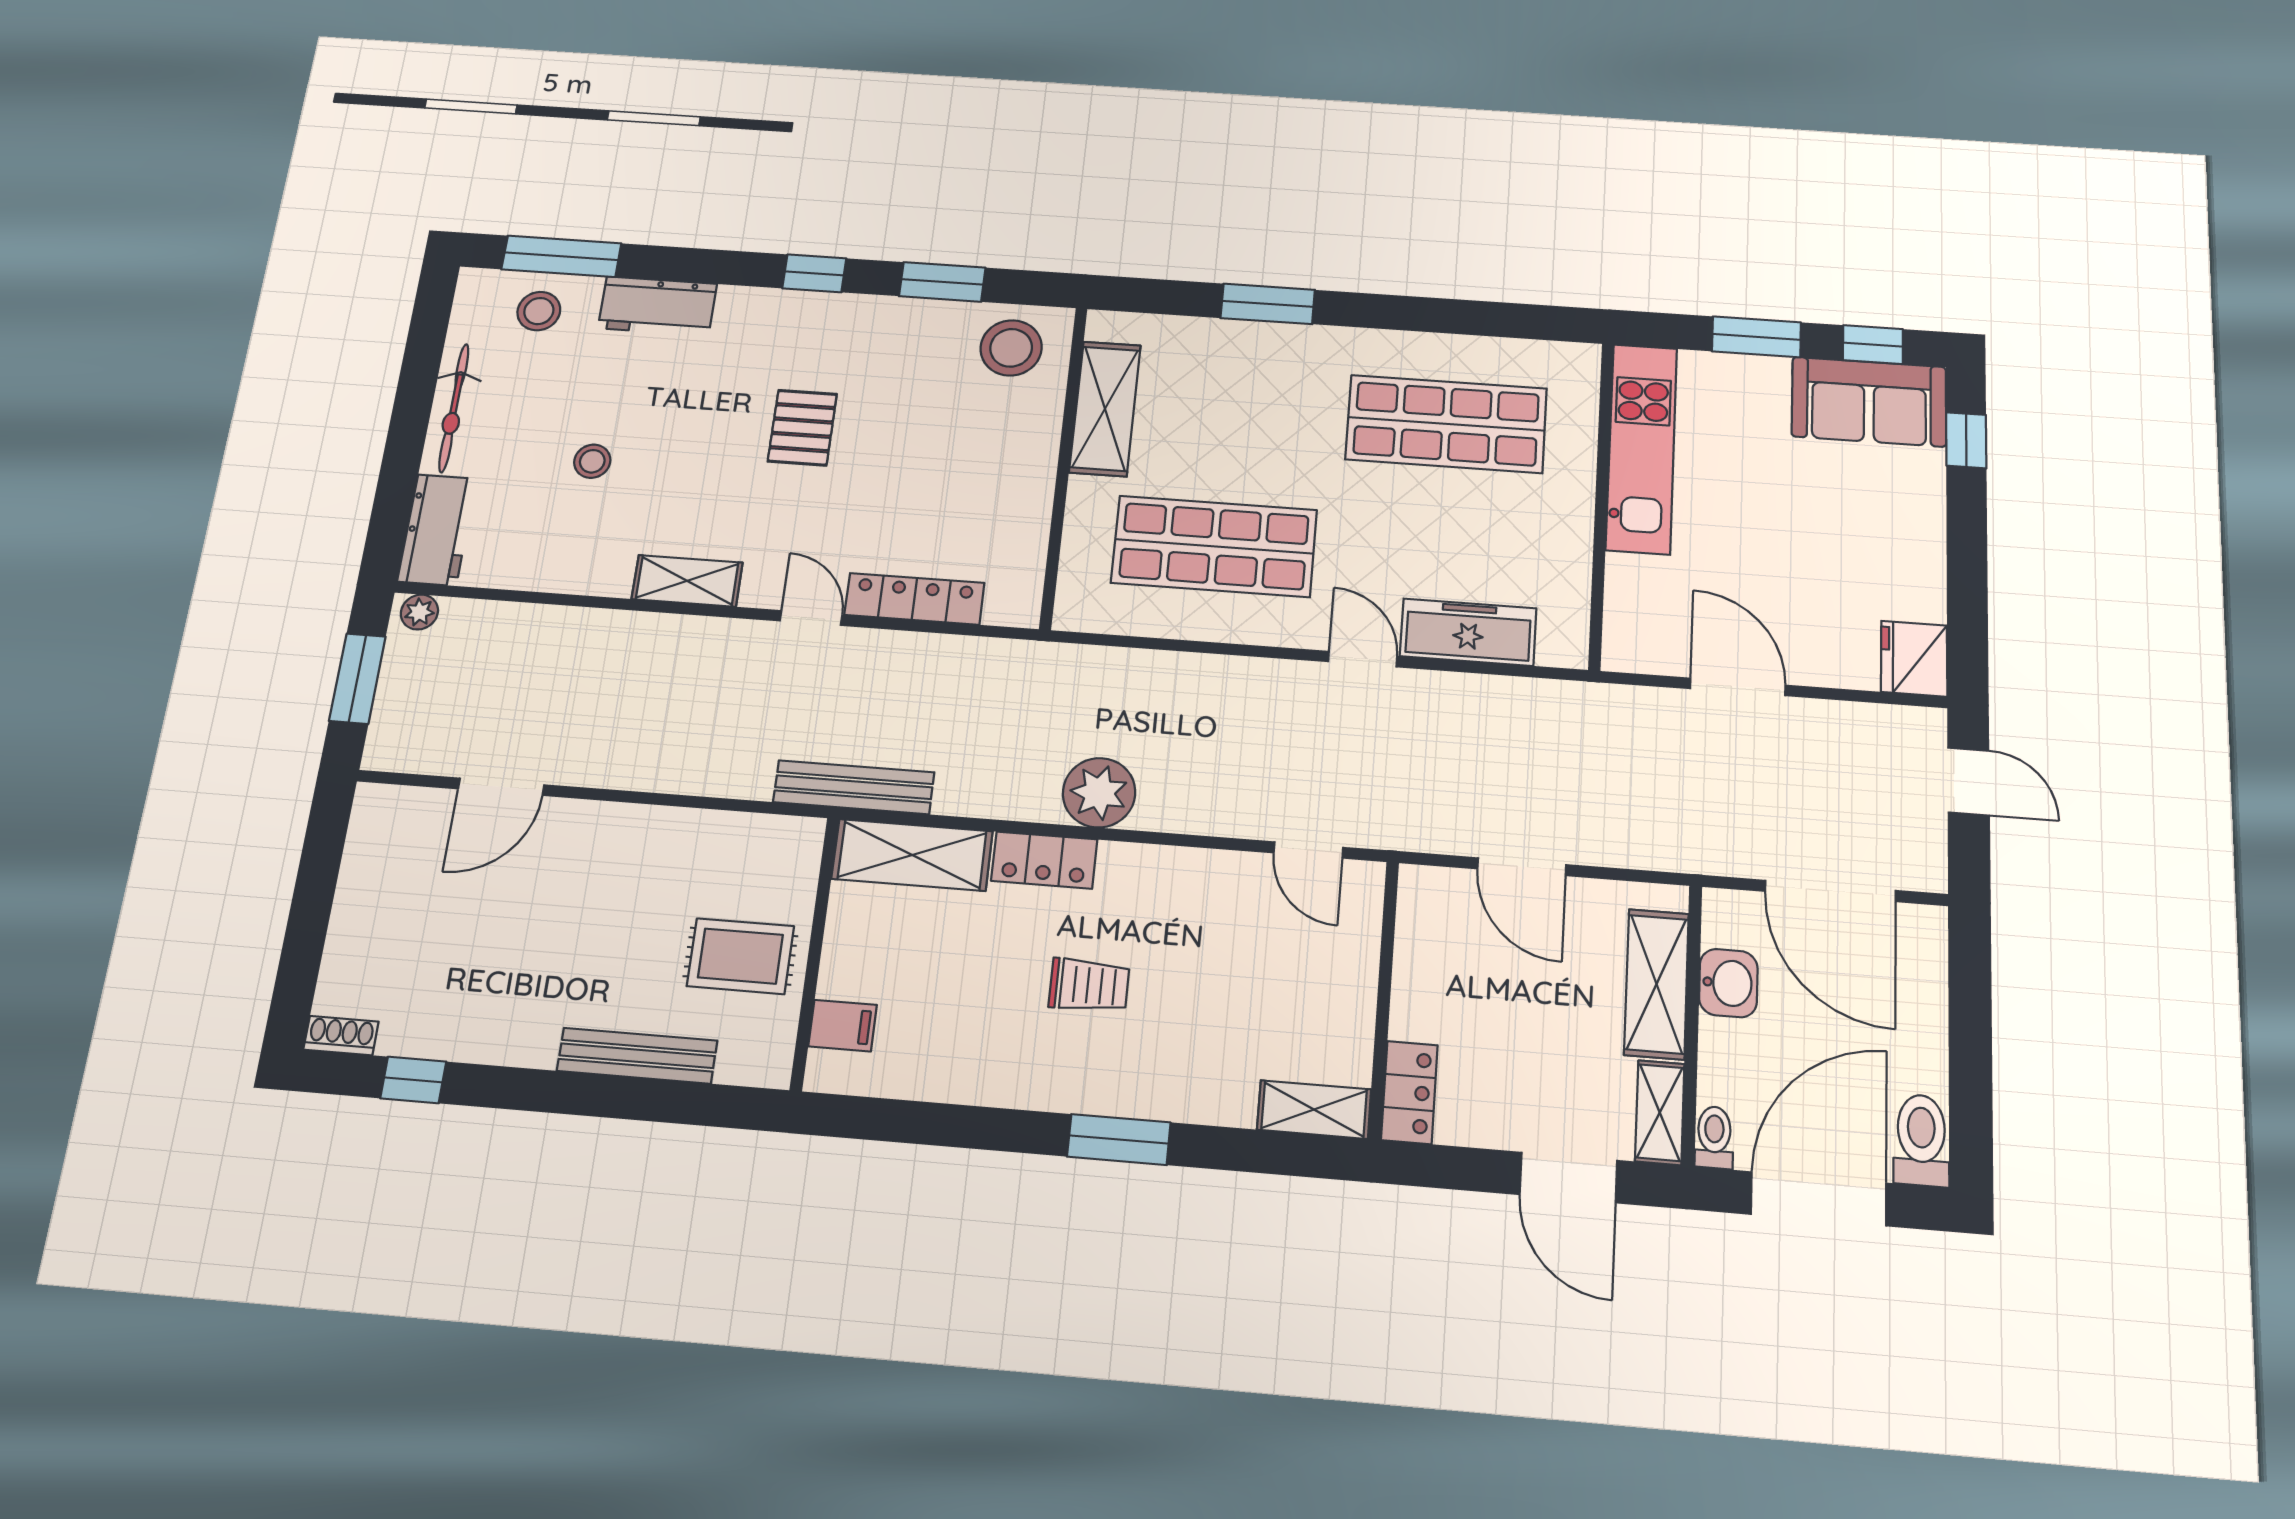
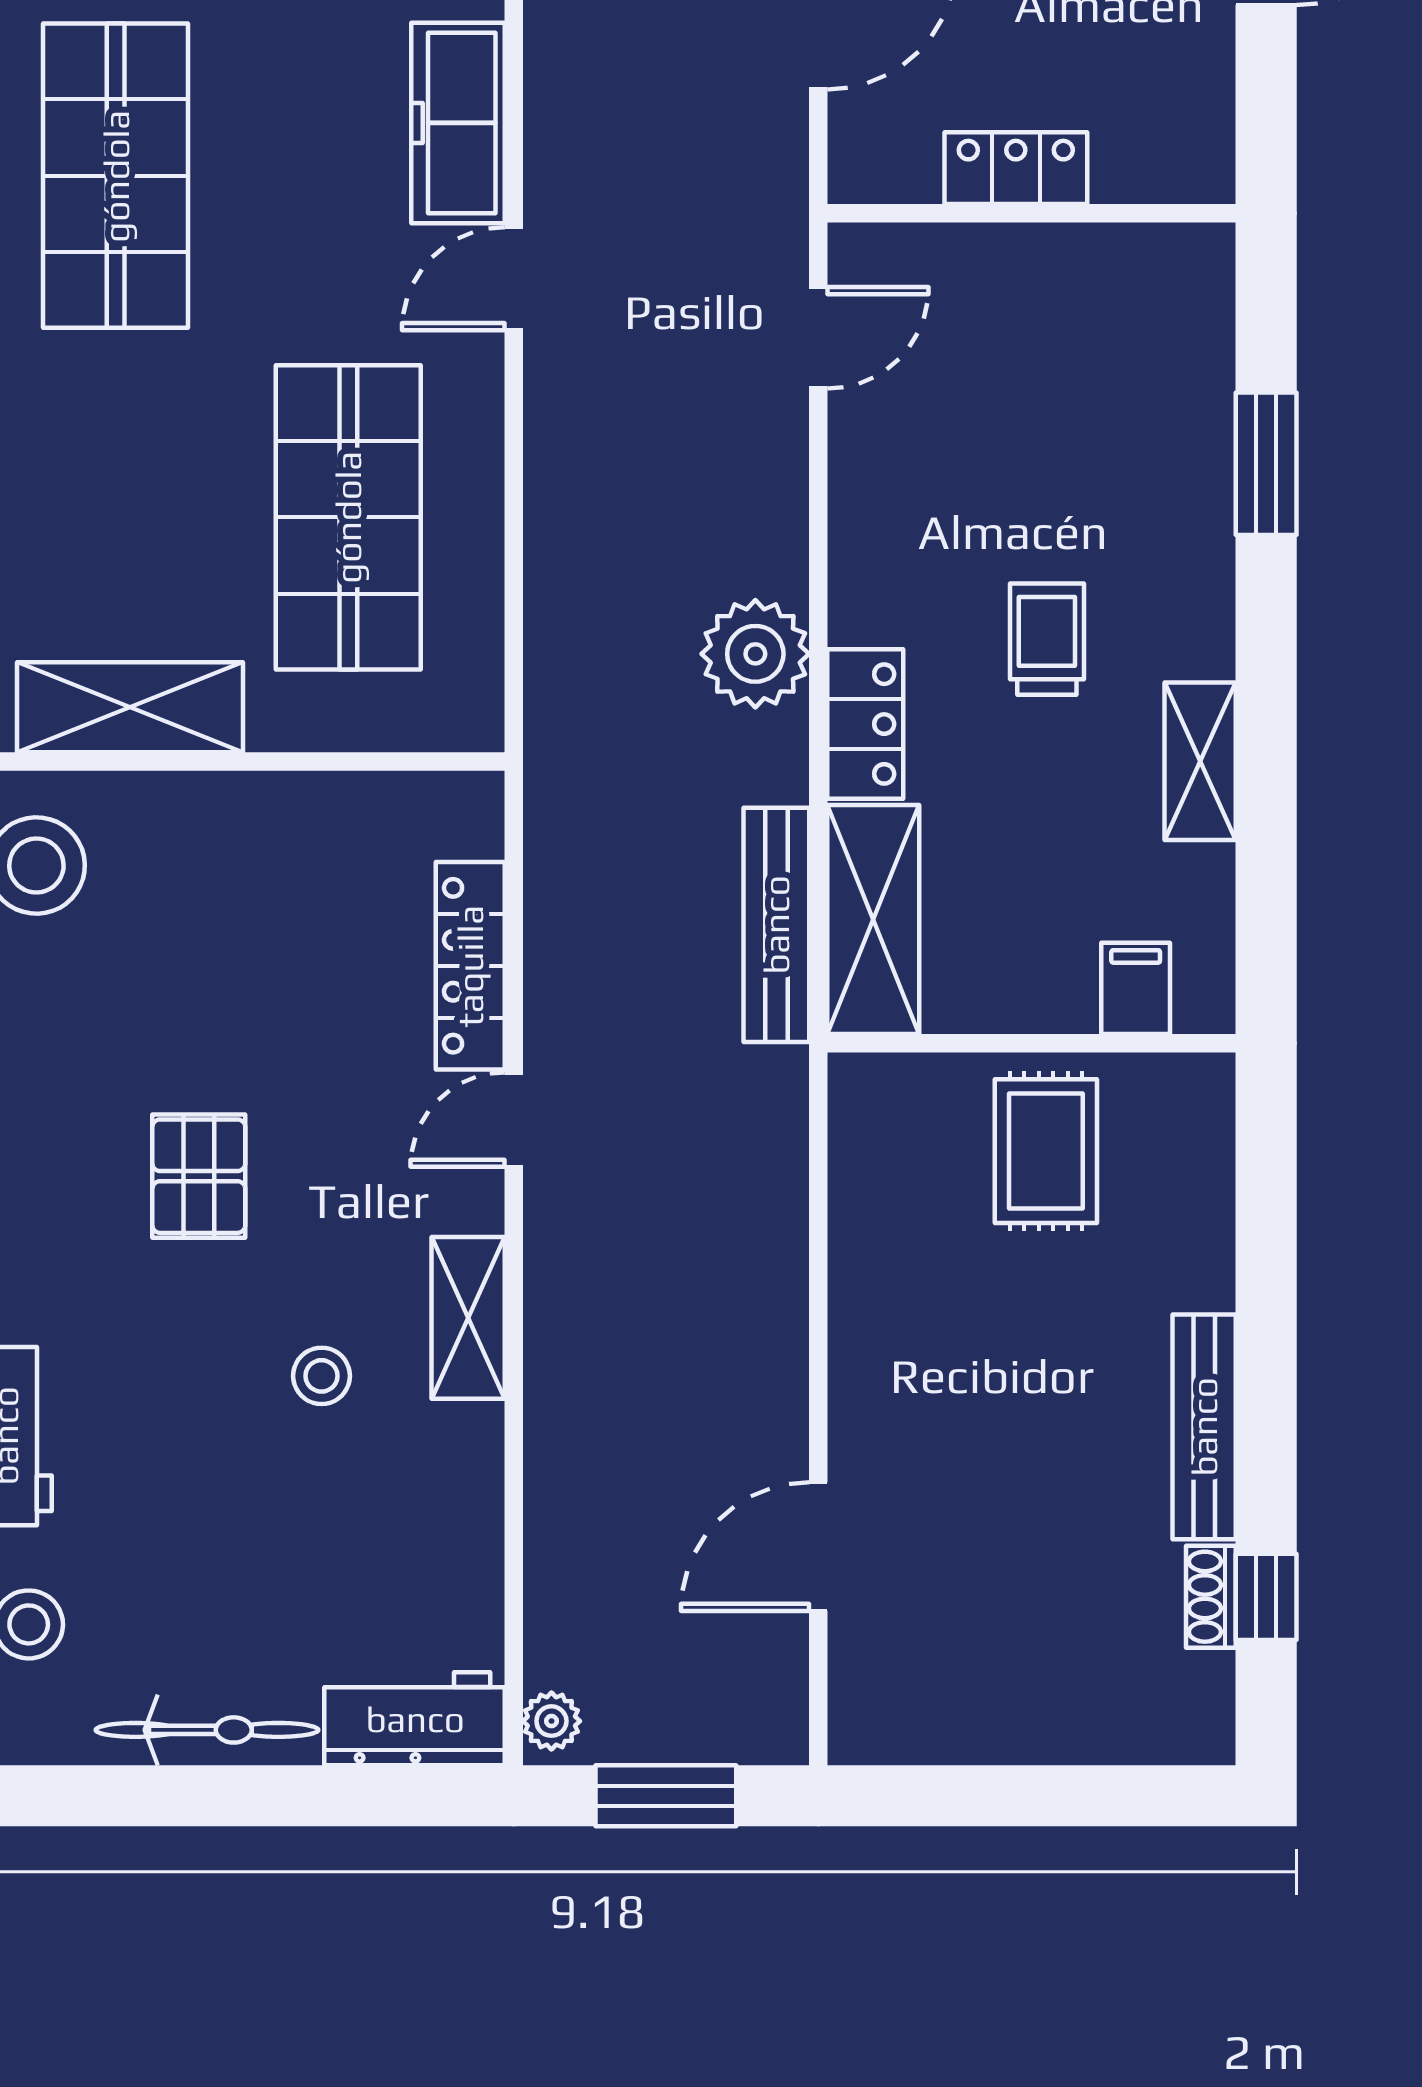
pallet: (802, 428) -> (199, 1176), turned 90
stool: (592, 461) -> (322, 1376), moved
door: (501, 787) -> (818, 1547), swing flipped
bench: (854, 787) -> (776, 925), moved
shoe rack: (341, 1036) -> (1211, 1597), moved
bench: (637, 1056) -> (1204, 1427), moved
locker: (1409, 1092) -> (1016, 168), moved
shelving: (1314, 1110) -> (1200, 761), moved
window: (1119, 1140) -> (1266, 464), moved

